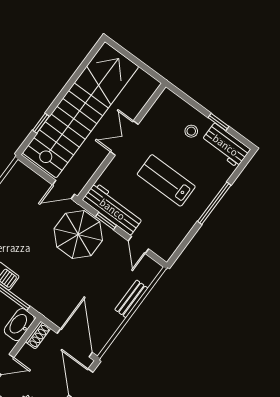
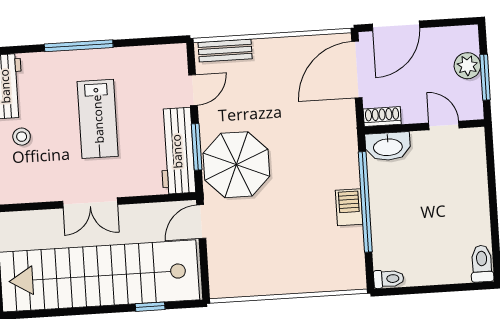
door: (64, 190) -> (201, 222), swing flipped
window: (106, 221) -> (197, 147), width x1.50
bench: (131, 299) -> (225, 50), moved

